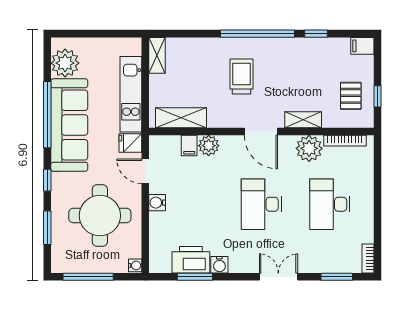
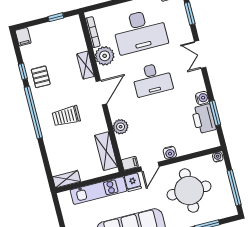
pallet: (351, 96) -> (41, 77), moved, turned 90
filing cabinet: (189, 146) -> (130, 163), moved
desk: (330, 204) -> (140, 31), width x1.36, depth x1.30

